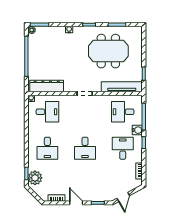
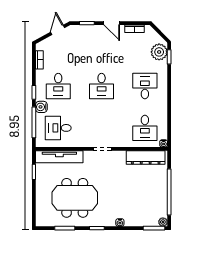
desk: (47, 112) -> (145, 128), turned -90
desk: (123, 112) -> (58, 128), turned 180
desk: (85, 148) -> (102, 86), turned 180

